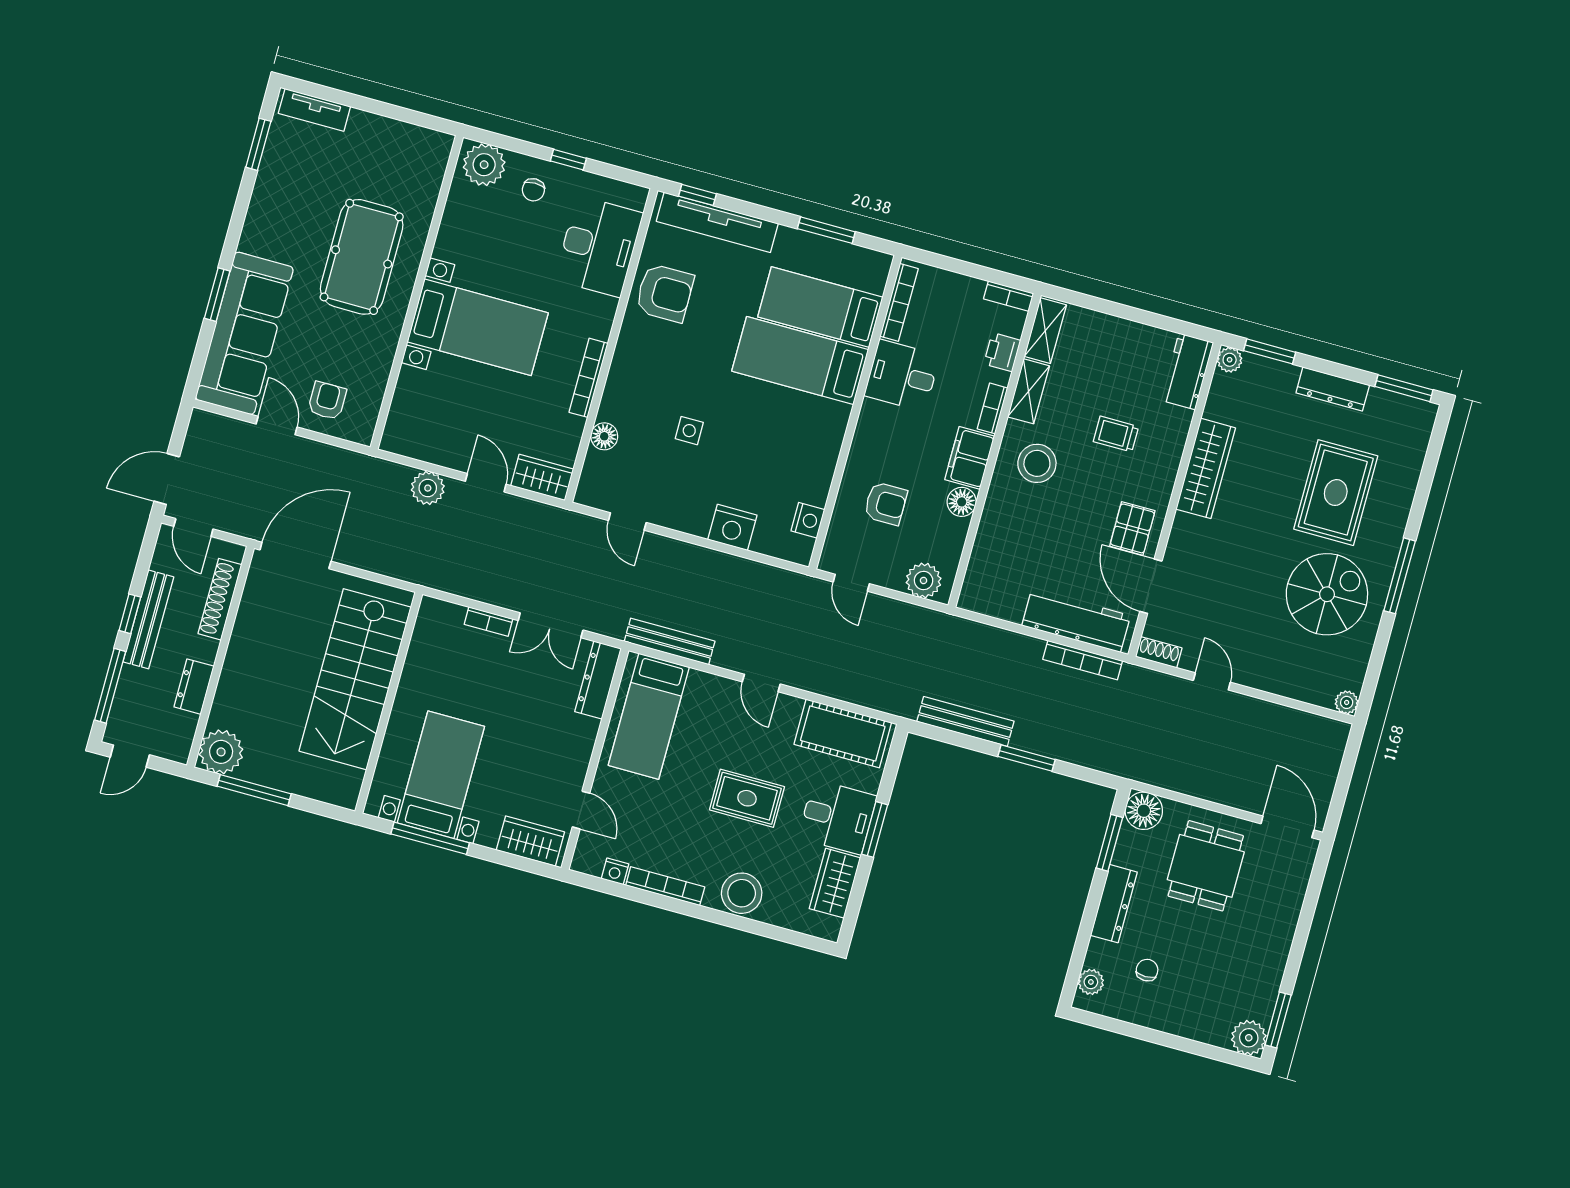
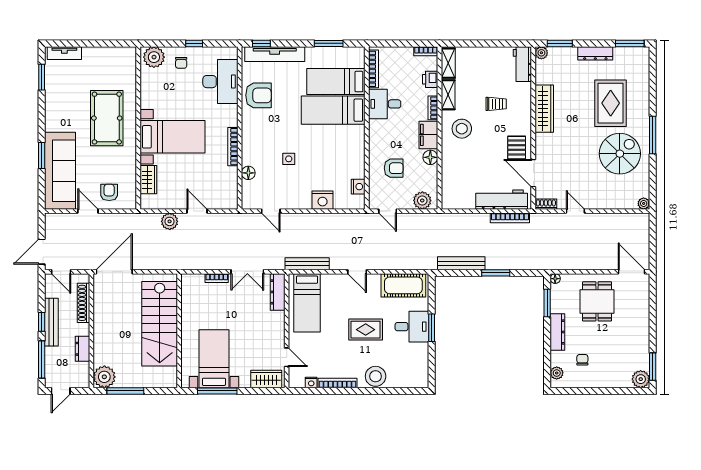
trolley: (1116, 434) -> (496, 104), turned 180
wardrobe: (542, 477) -> (148, 180), moved, turned 90
floor lamp: (1144, 811) -> (555, 279), width x0.53, depth x0.53
wardrobe: (835, 883) -> (419, 359), removed

